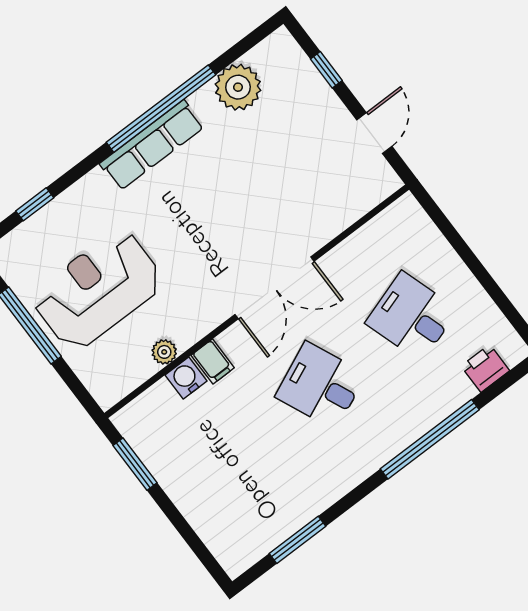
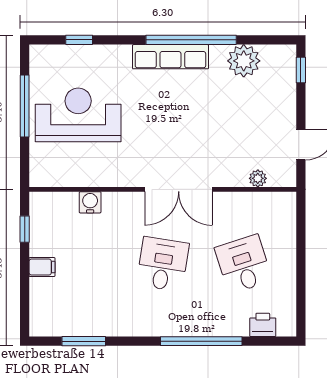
window: (326, 70) -> (301, 70), moved
plant: (164, 352) -> (258, 178), moved
filing cabinet: (213, 362) -> (42, 267), moved, turned -90
desk: (321, 385) -> (163, 264), turned 33
window: (135, 464) -> (25, 229), width x0.67

